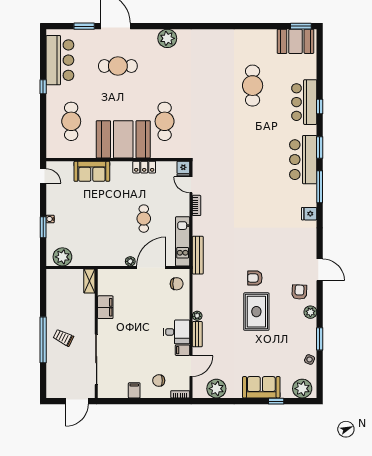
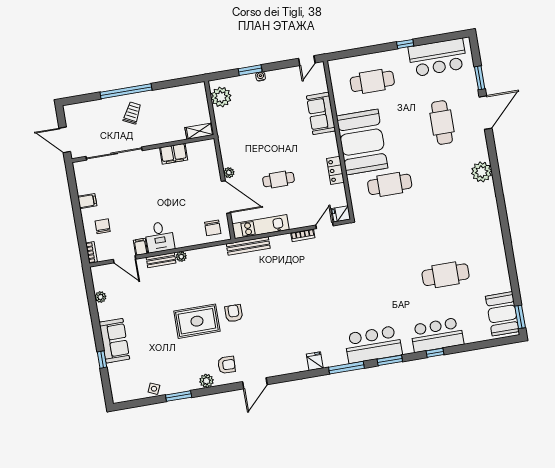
plant: (216, 389) -> (100, 297), width x0.53, depth x0.53
plant: (302, 389) -> (121, 386), removed

